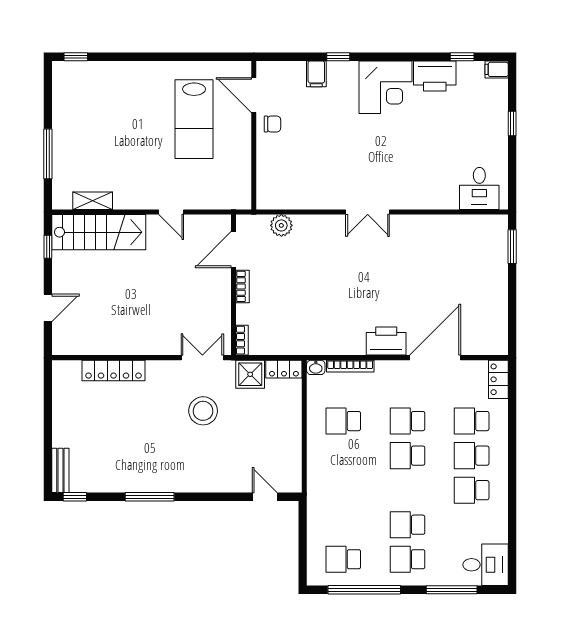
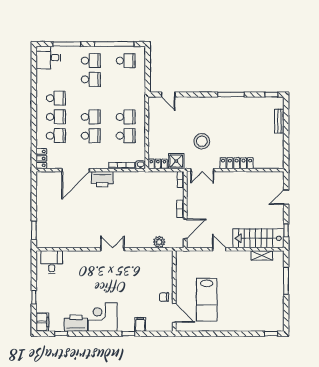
filing cabinet: (497, 69) -> (42, 322), width x2.00
lab bench: (194, 119) -> (207, 300), turned 180
locker: (114, 370) -> (237, 163), moved
school desk: (343, 456) -> (126, 117), added
bench: (60, 470) -> (279, 121), moved

